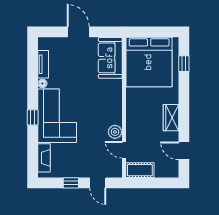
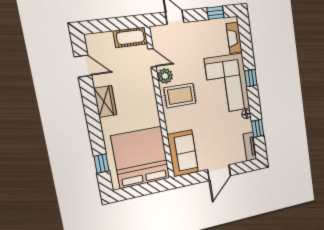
door: (78, 32) -> (219, 173), hinge flipped
tv unit: (43, 64) -> (250, 147), moved
window: (33, 67) -> (258, 128), added
rug: (104, 112) -> (180, 95), added
window: (71, 183) -> (215, 13), moved

